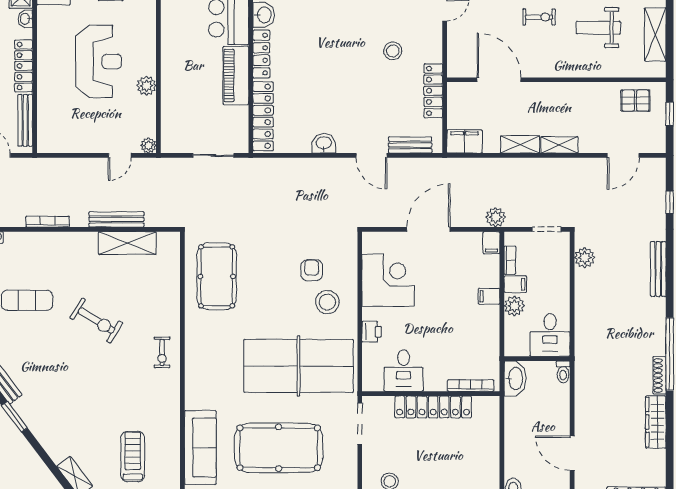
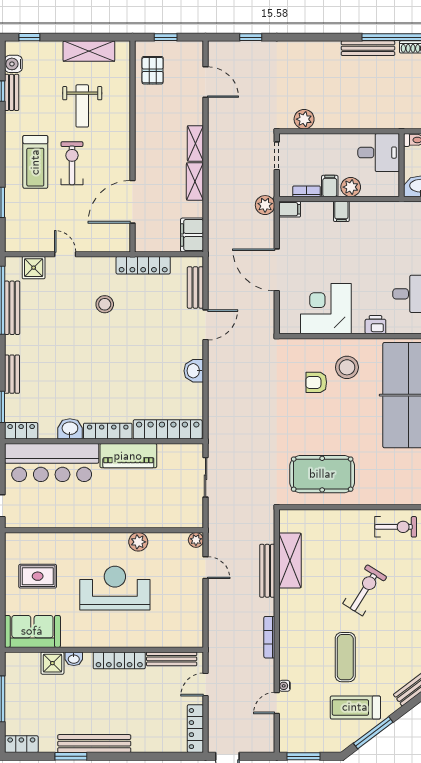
exercise bike: (539, 17) -> (72, 163), width x1.38, depth x1.39
bench: (658, 269) -> (368, 48), moved
exercise bike: (162, 352) -> (396, 527), width x1.38, depth x1.39

